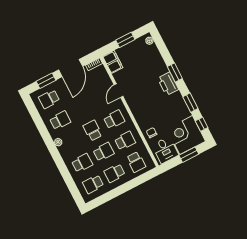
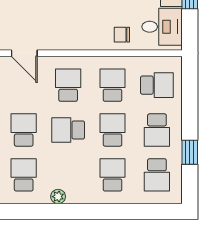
school desk: (82, 109) -> (24, 130), added
window: (112, 194) -> (190, 152), added

